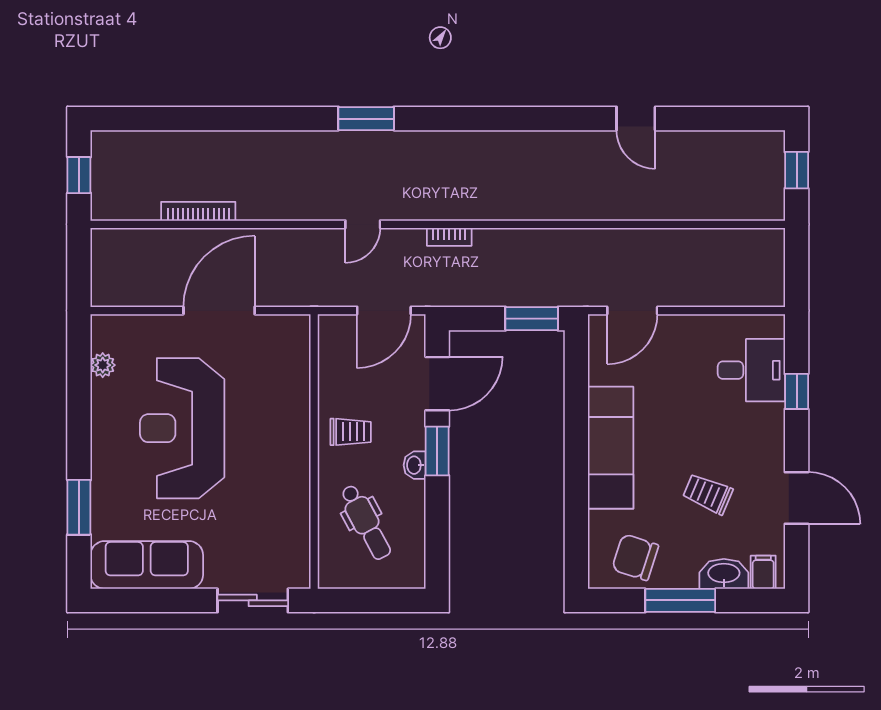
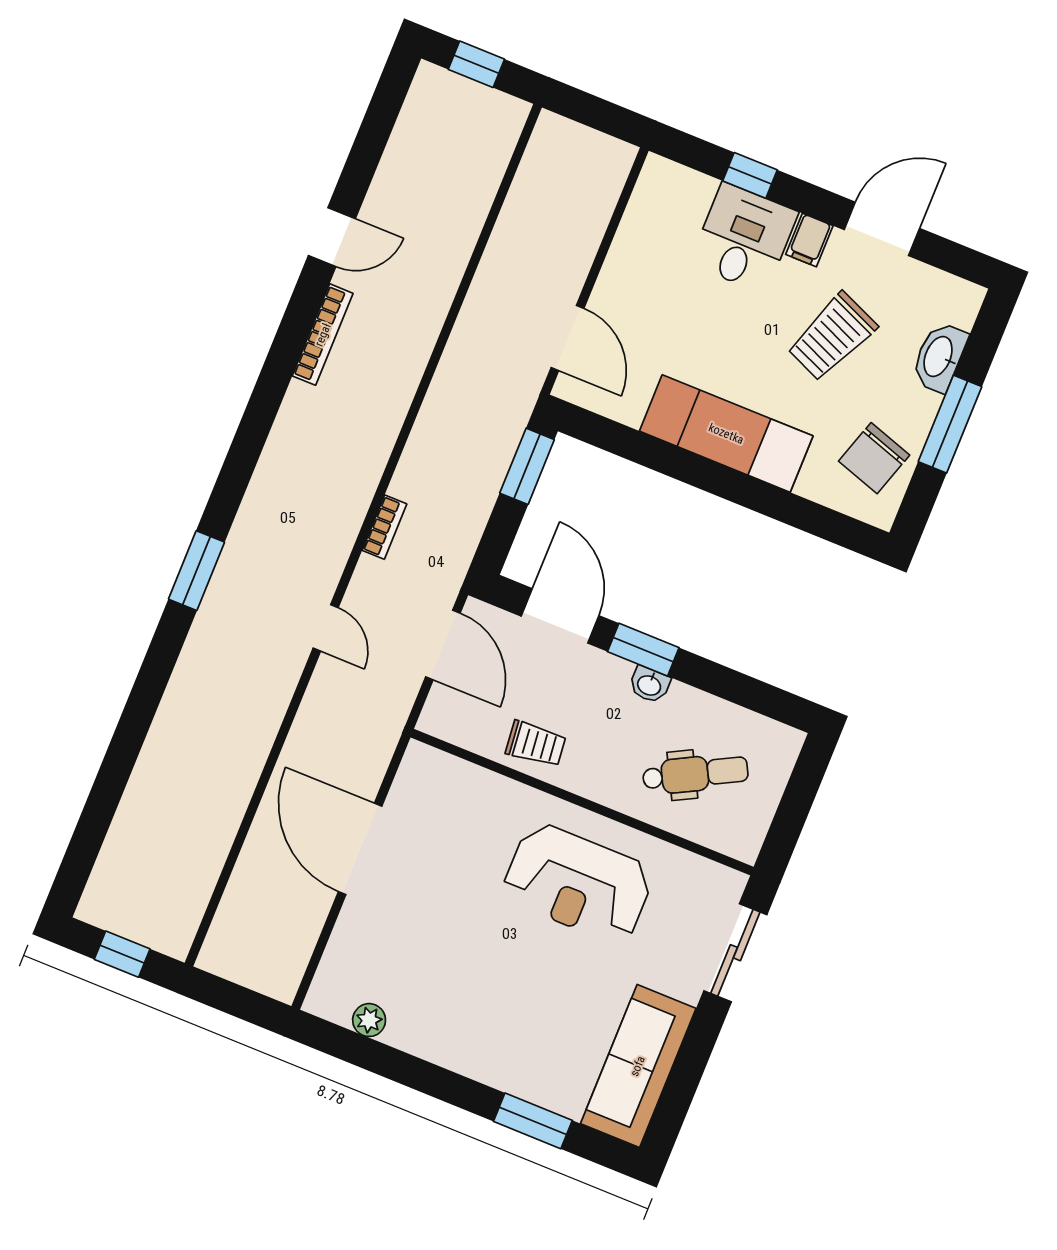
bookcase: (198, 211) -> (323, 335), moved, turned 180
desk: (751, 370) -> (744, 238), moved
reception desk: (182, 428) -> (578, 883), moved, width x0.74, depth x0.77
trolley: (351, 432) -> (536, 744), moved, turned 84
trolley: (708, 494) -> (832, 337), width x1.36, depth x1.39
filing cabinet: (763, 572) -> (809, 240), moved, turned -90

